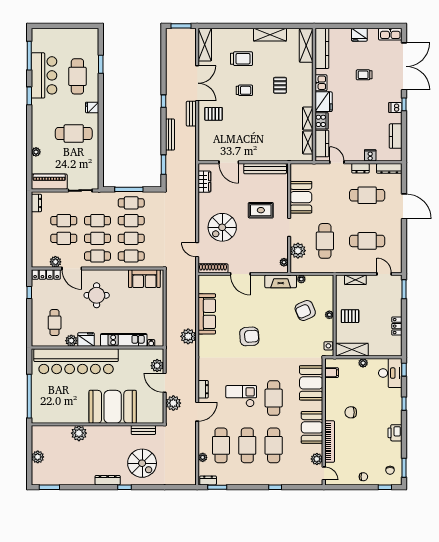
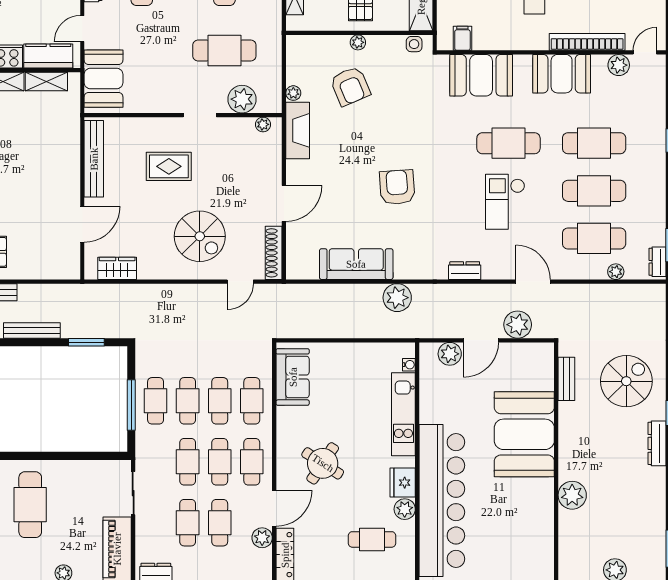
booth: (301, 197) -> (104, 79), moved, turned 90
rug: (261, 210) -> (169, 166), turned 90
round table: (97, 295) -> (323, 463), turned 33
dresser: (203, 389) -> (465, 271), moved

